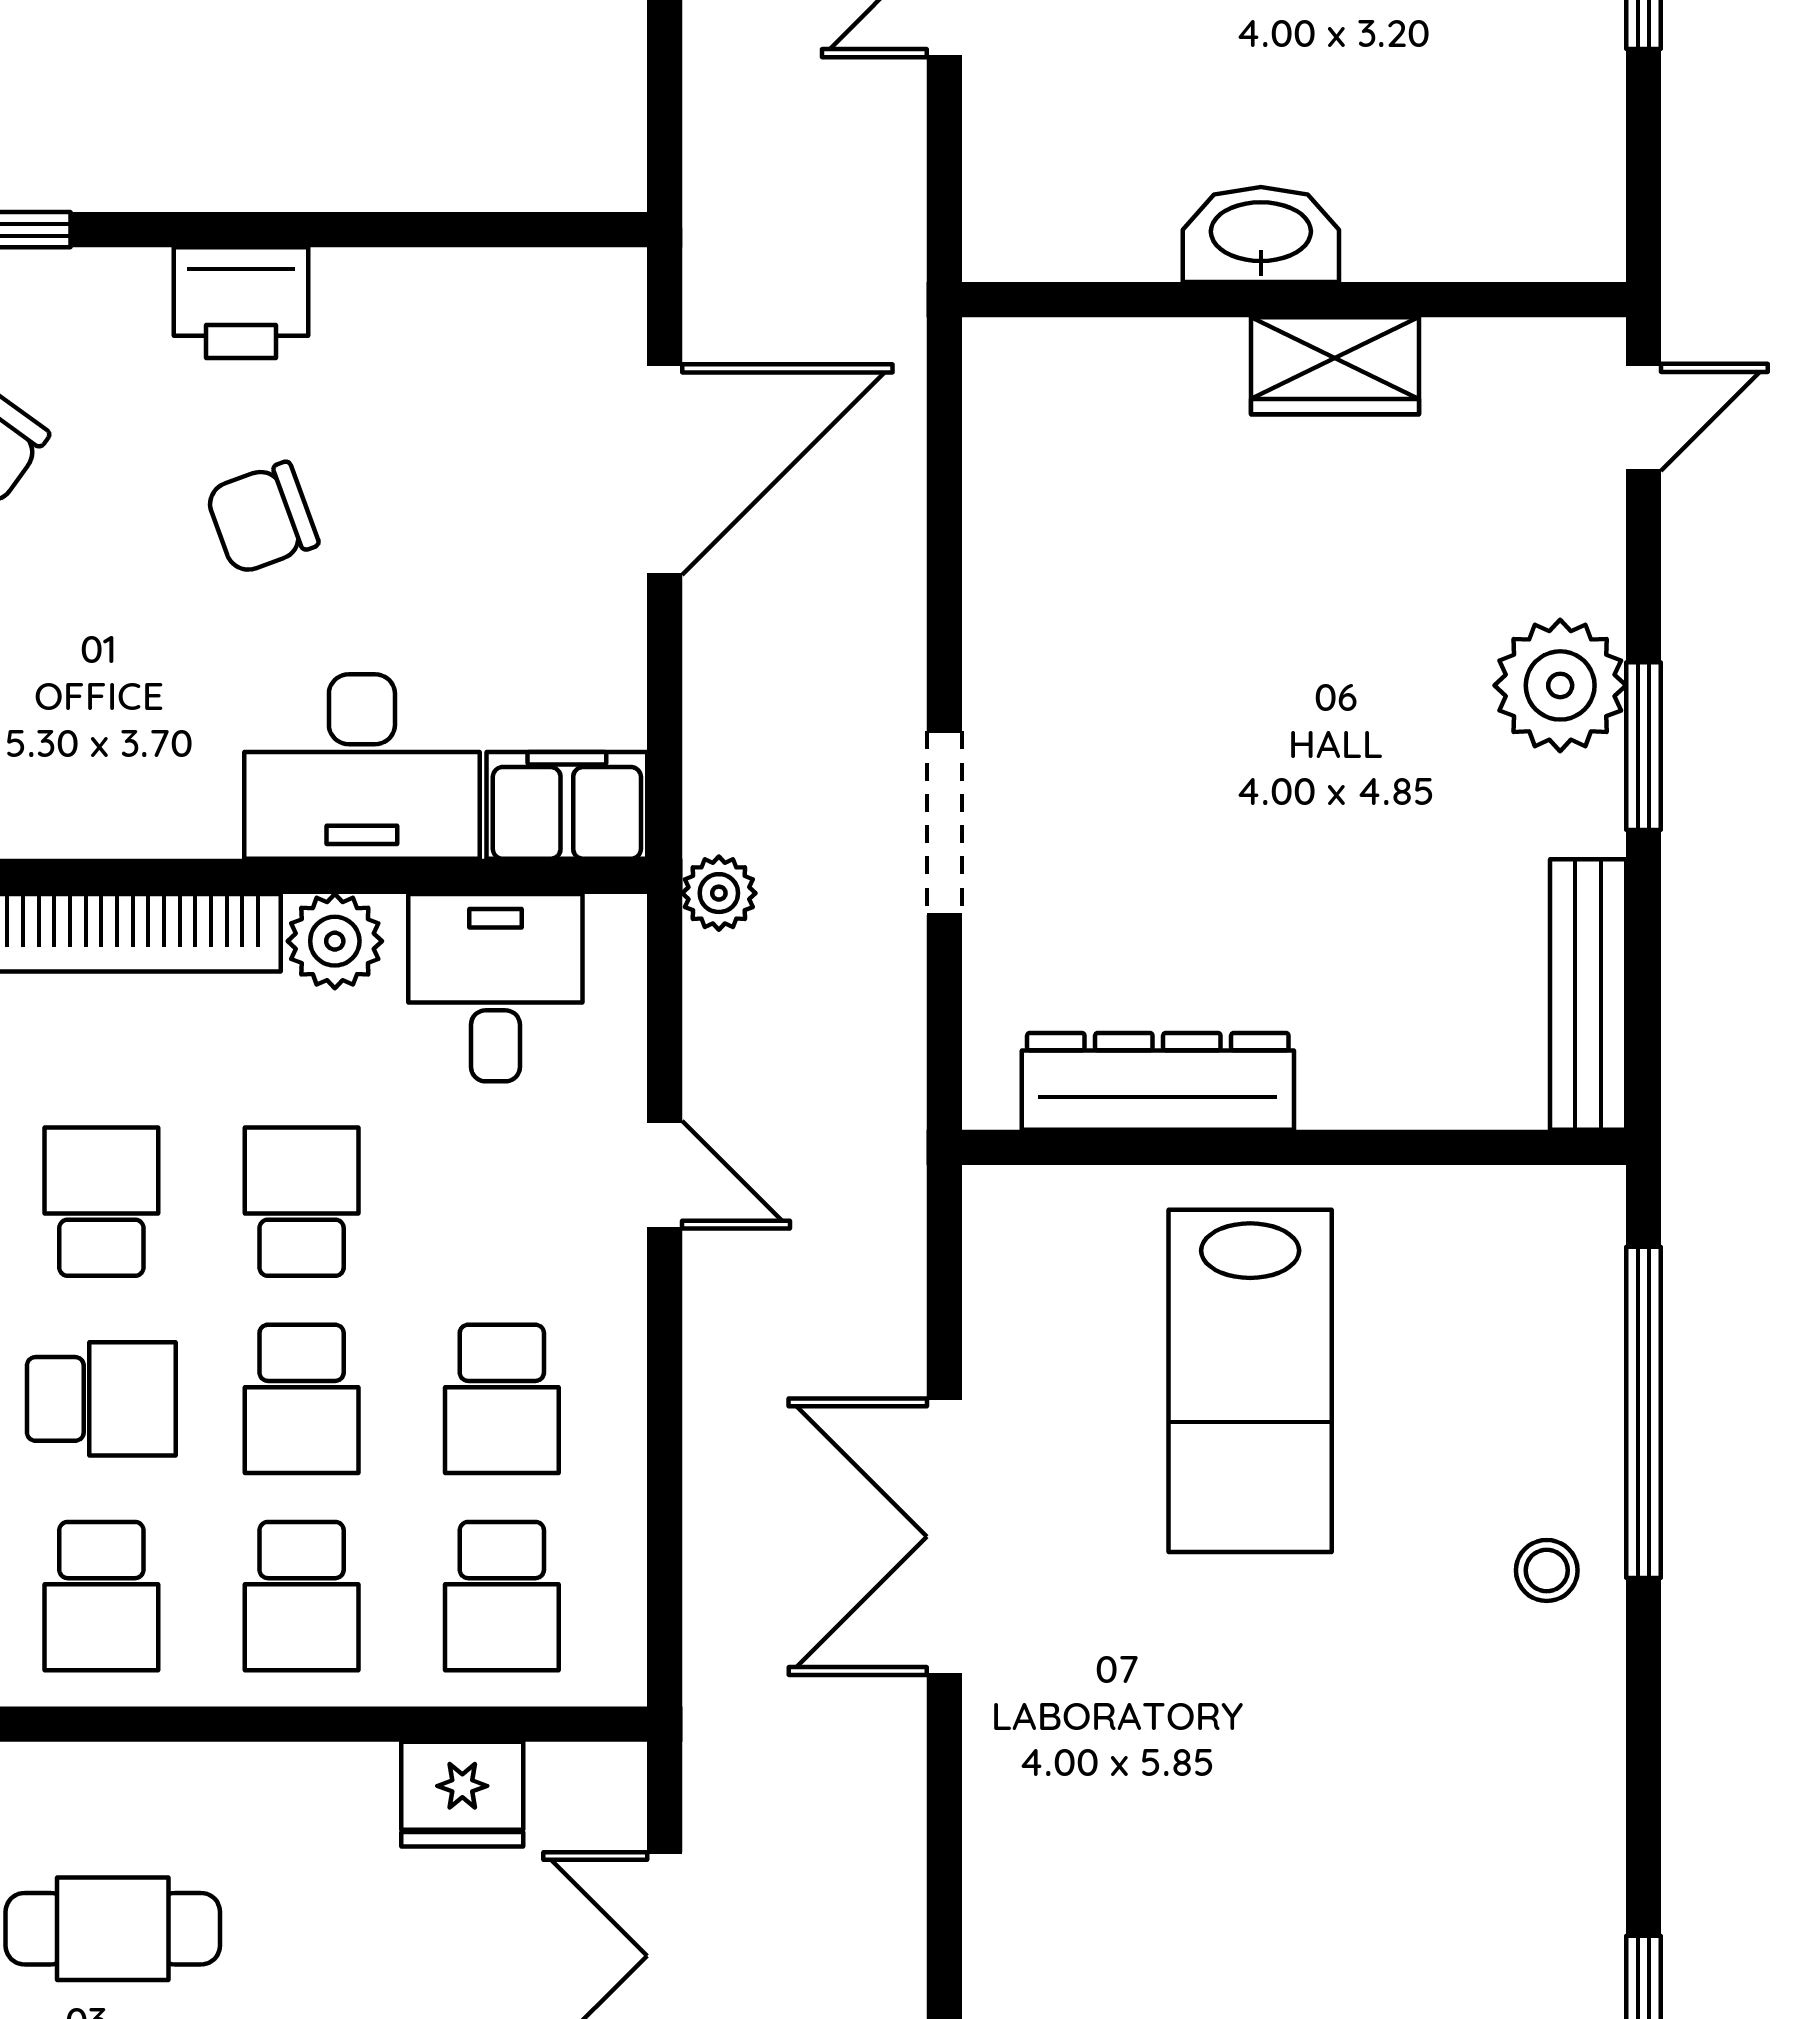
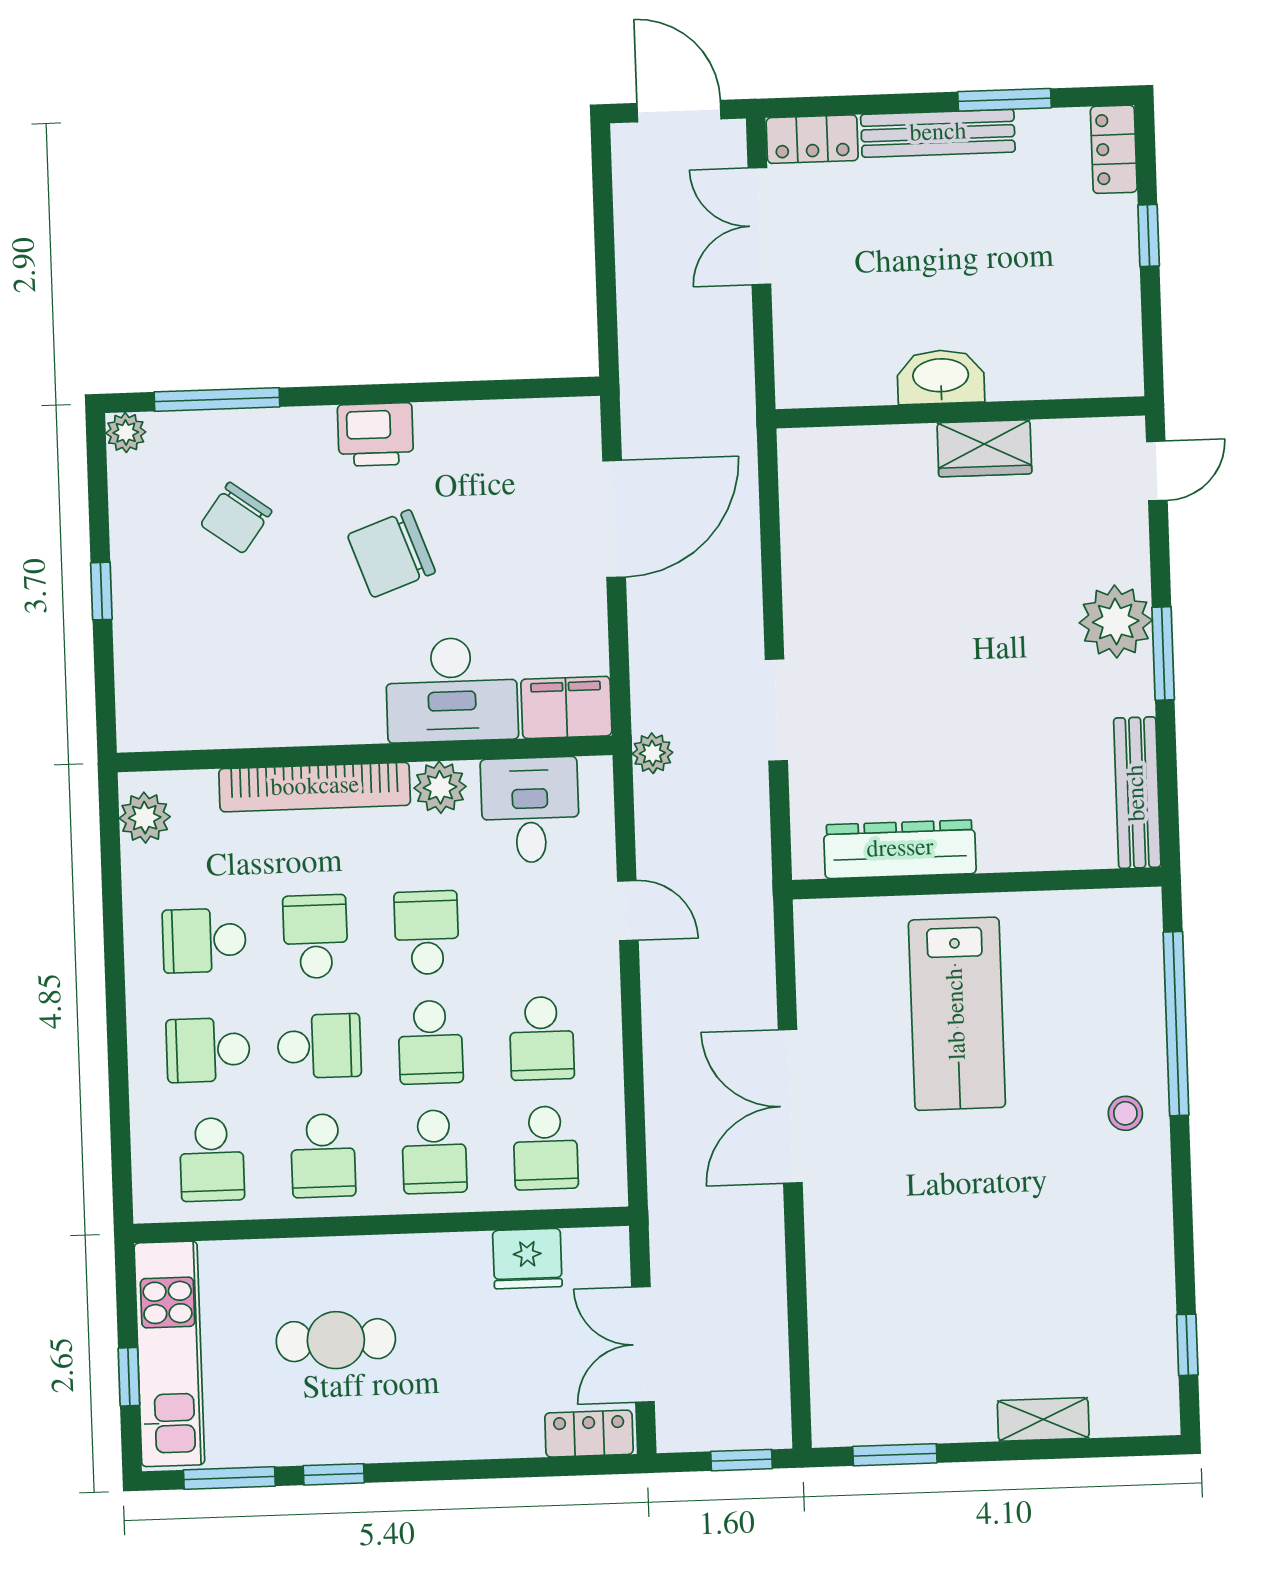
chair: (262, 518) -> (391, 554), width x1.37, depth x1.37

